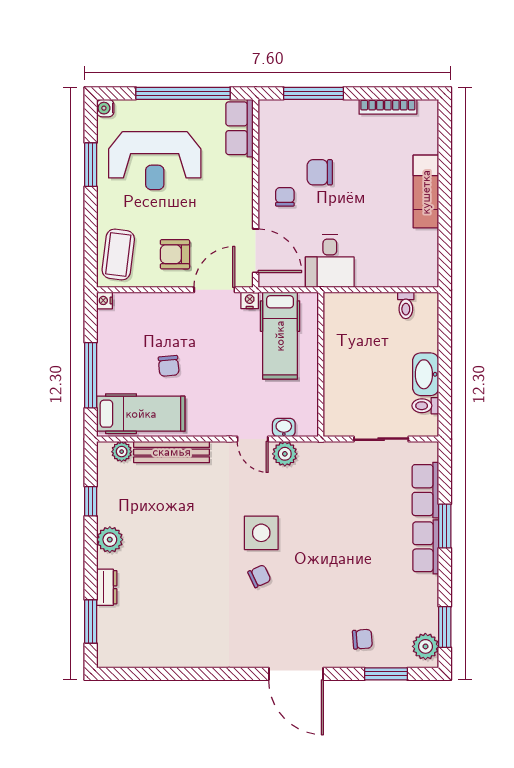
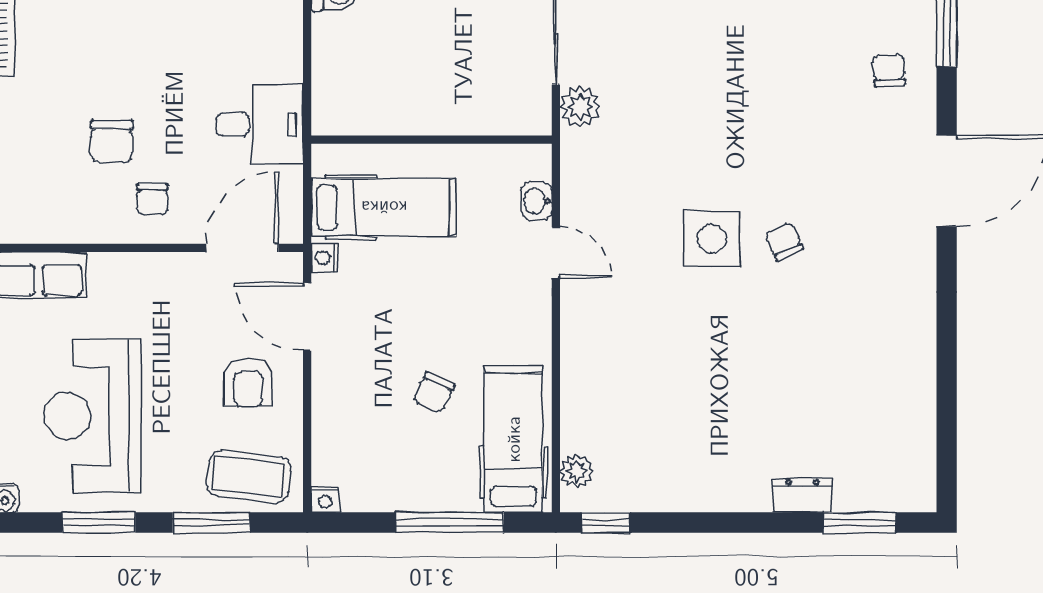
reception desk: (155, 161) -> (92, 416), turned 180
chair: (285, 197) -> (153, 199), turned -90
window: (91, 232) -> (211, 523), added
chair: (169, 366) -> (434, 393), turned 120
door: (253, 439) -> (556, 253), hinge flipped
bench: (172, 452) -> (577, 388), removed
plant: (285, 454) -> (580, 107), moved
window: (91, 501) -> (606, 523), moved
plant: (110, 540) -> (723, 491), removed

